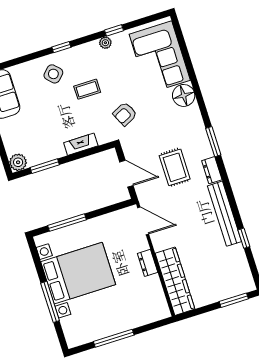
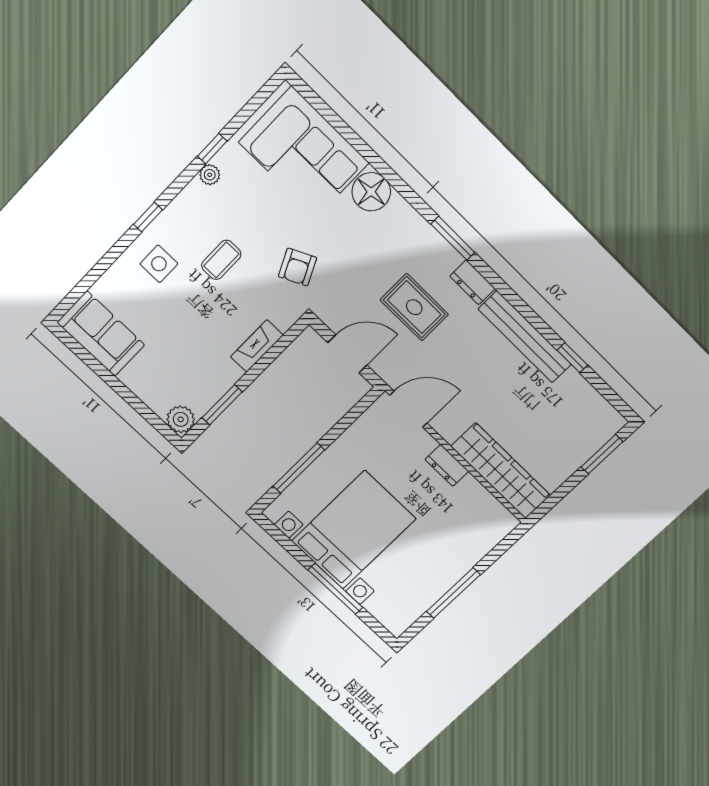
side table: (53, 74) -> (159, 264), turned 45

